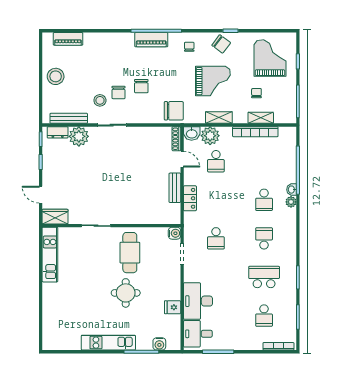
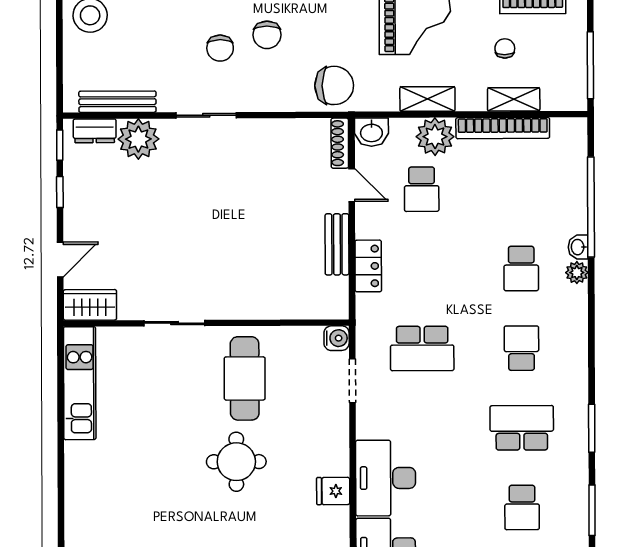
stool: (100, 100) -> (182, 65), removed
plant: (210, 136) -> (435, 137), moved
door: (41, 195) -> (60, 259), swing flipped
school desk: (216, 238) -> (422, 348), width x1.85

